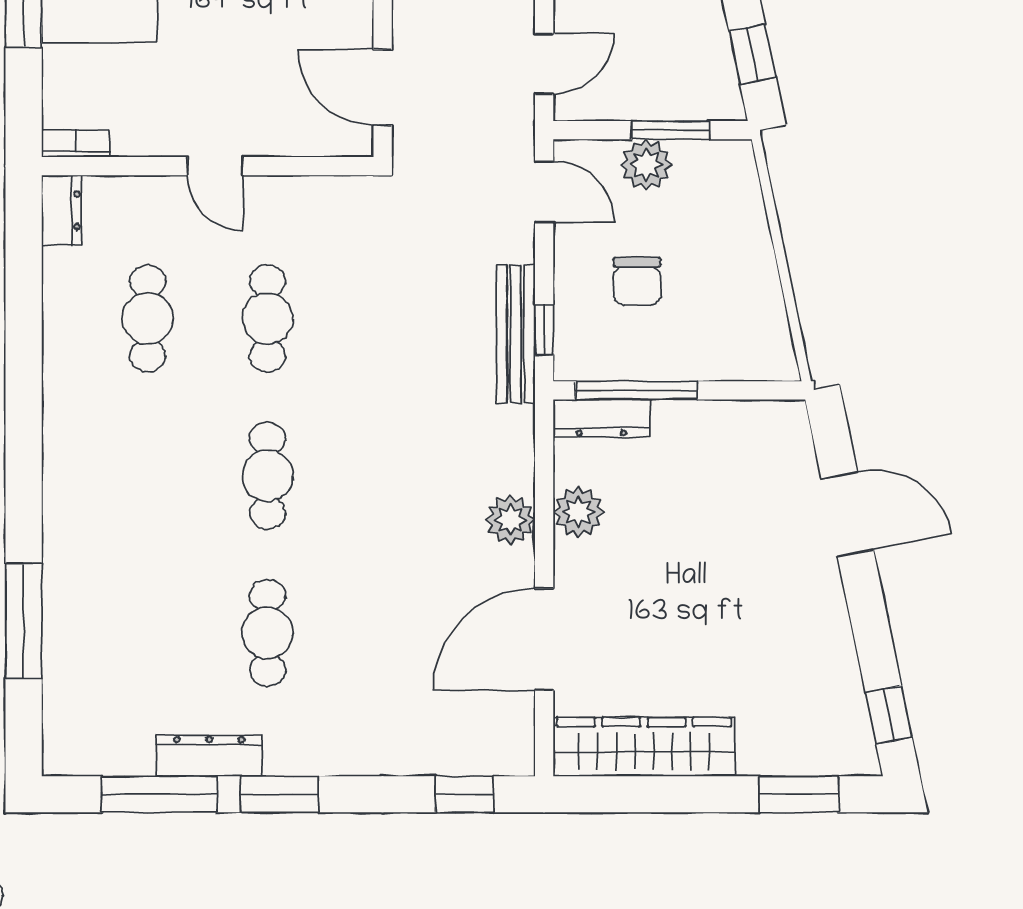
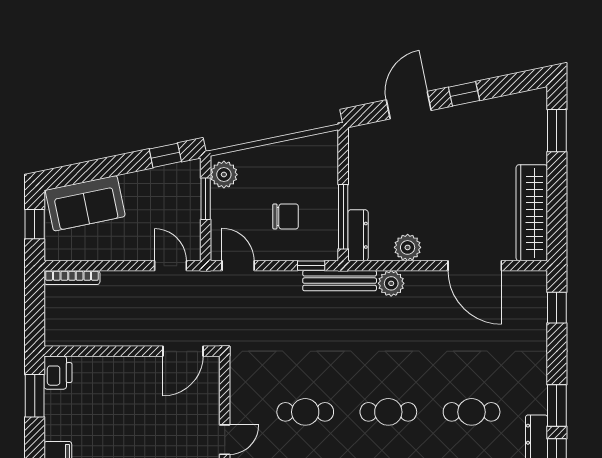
plant: (646, 165) -> (224, 175), moved
door: (544, 192) -> (238, 266), hinge flipped
bench: (516, 334) -> (340, 281), moved
plant: (510, 520) -> (391, 283), moved
window: (889, 715) -> (464, 94), moved

